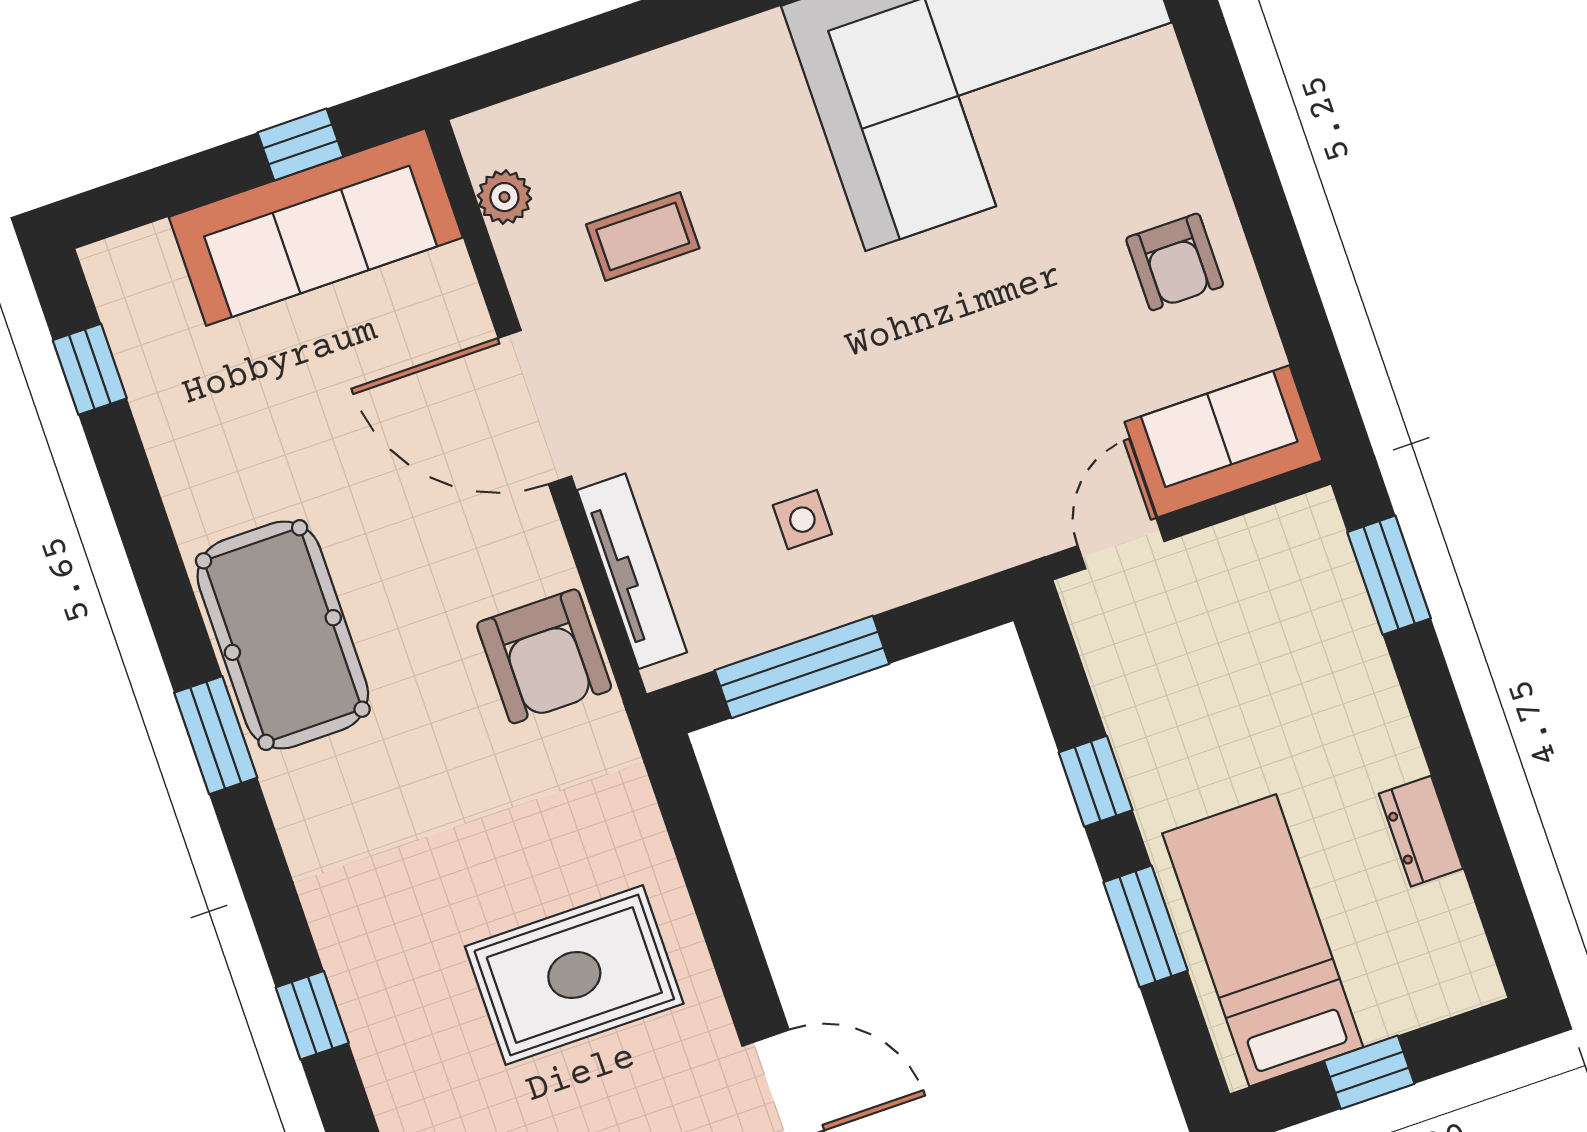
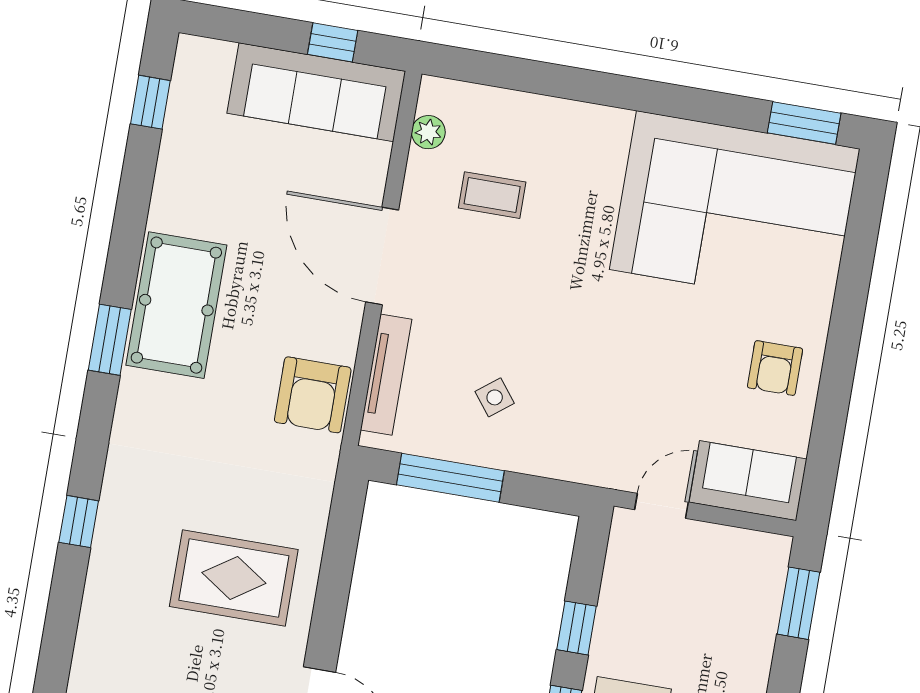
side table: (802, 520) -> (495, 397), turned -38

